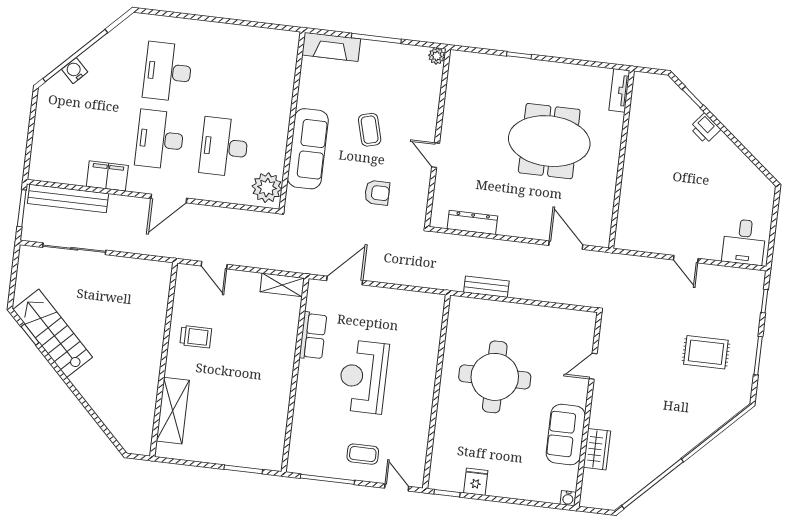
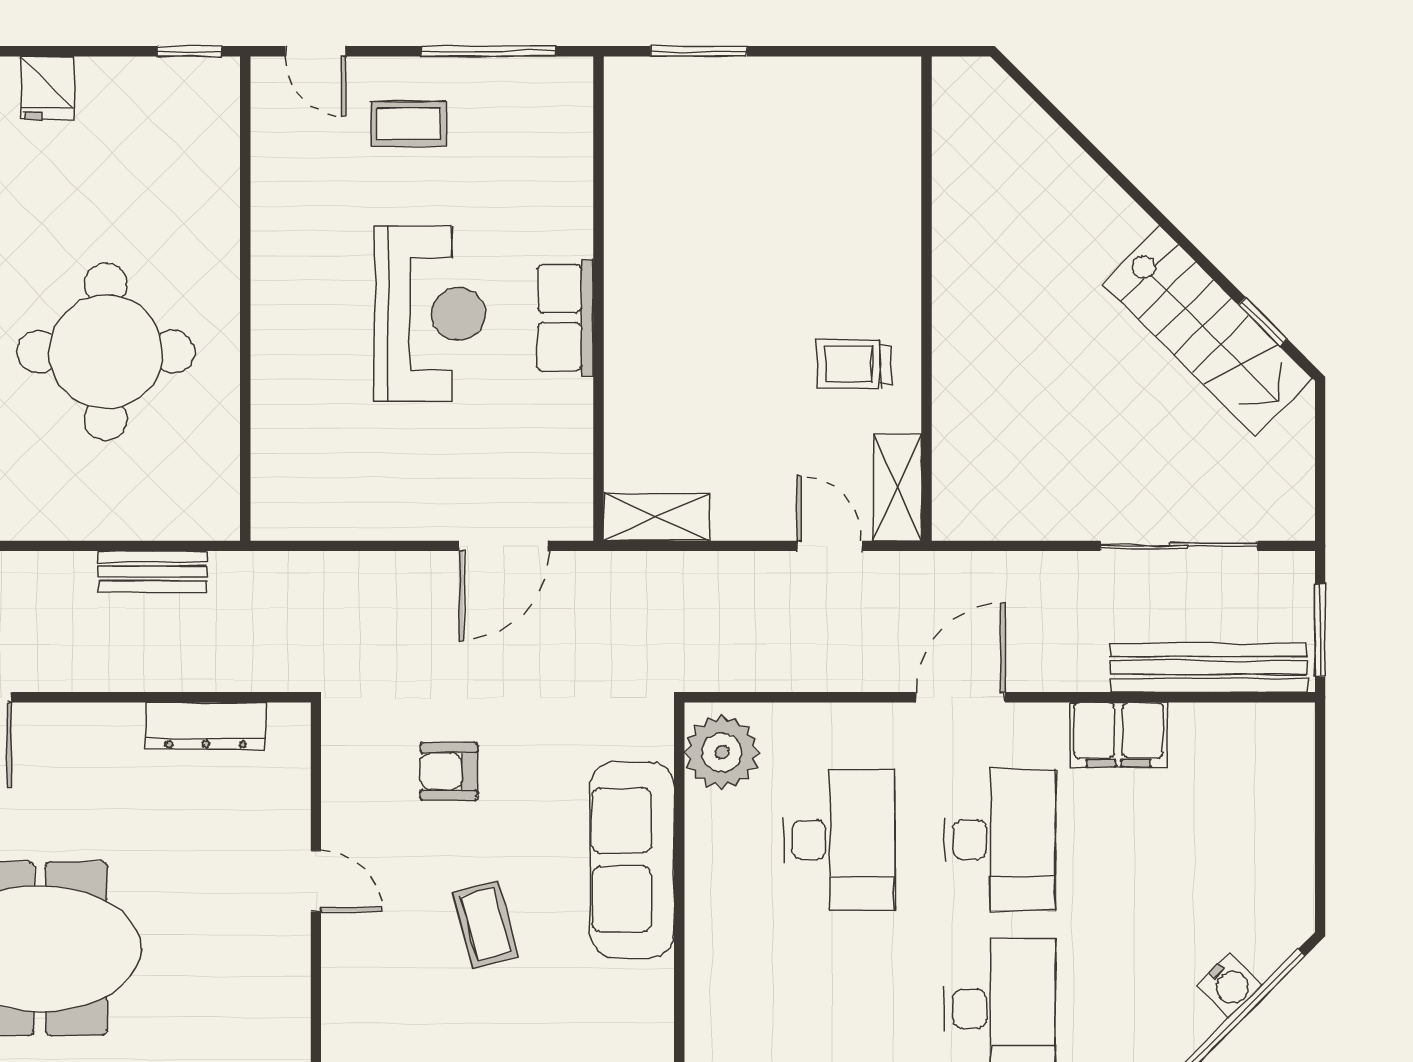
row of seats: (313, 336) -> (566, 318), moved
shelving: (173, 411) -> (897, 487), moved, width x0.67, depth x0.75
fridge: (476, 482) -> (47, 88), moved

